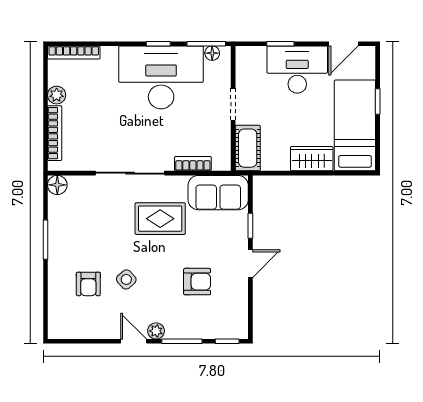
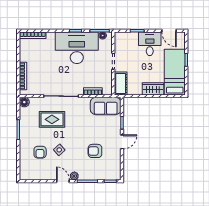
door: (344, 44) -> (169, 31), hinge flipped
desk: (297, 70) -> (150, 44), width x0.73
plant: (57, 95) -> (24, 57), removed
rug: (160, 219) -> (52, 119), moved
armchair: (197, 282) -> (95, 151), turned 180

